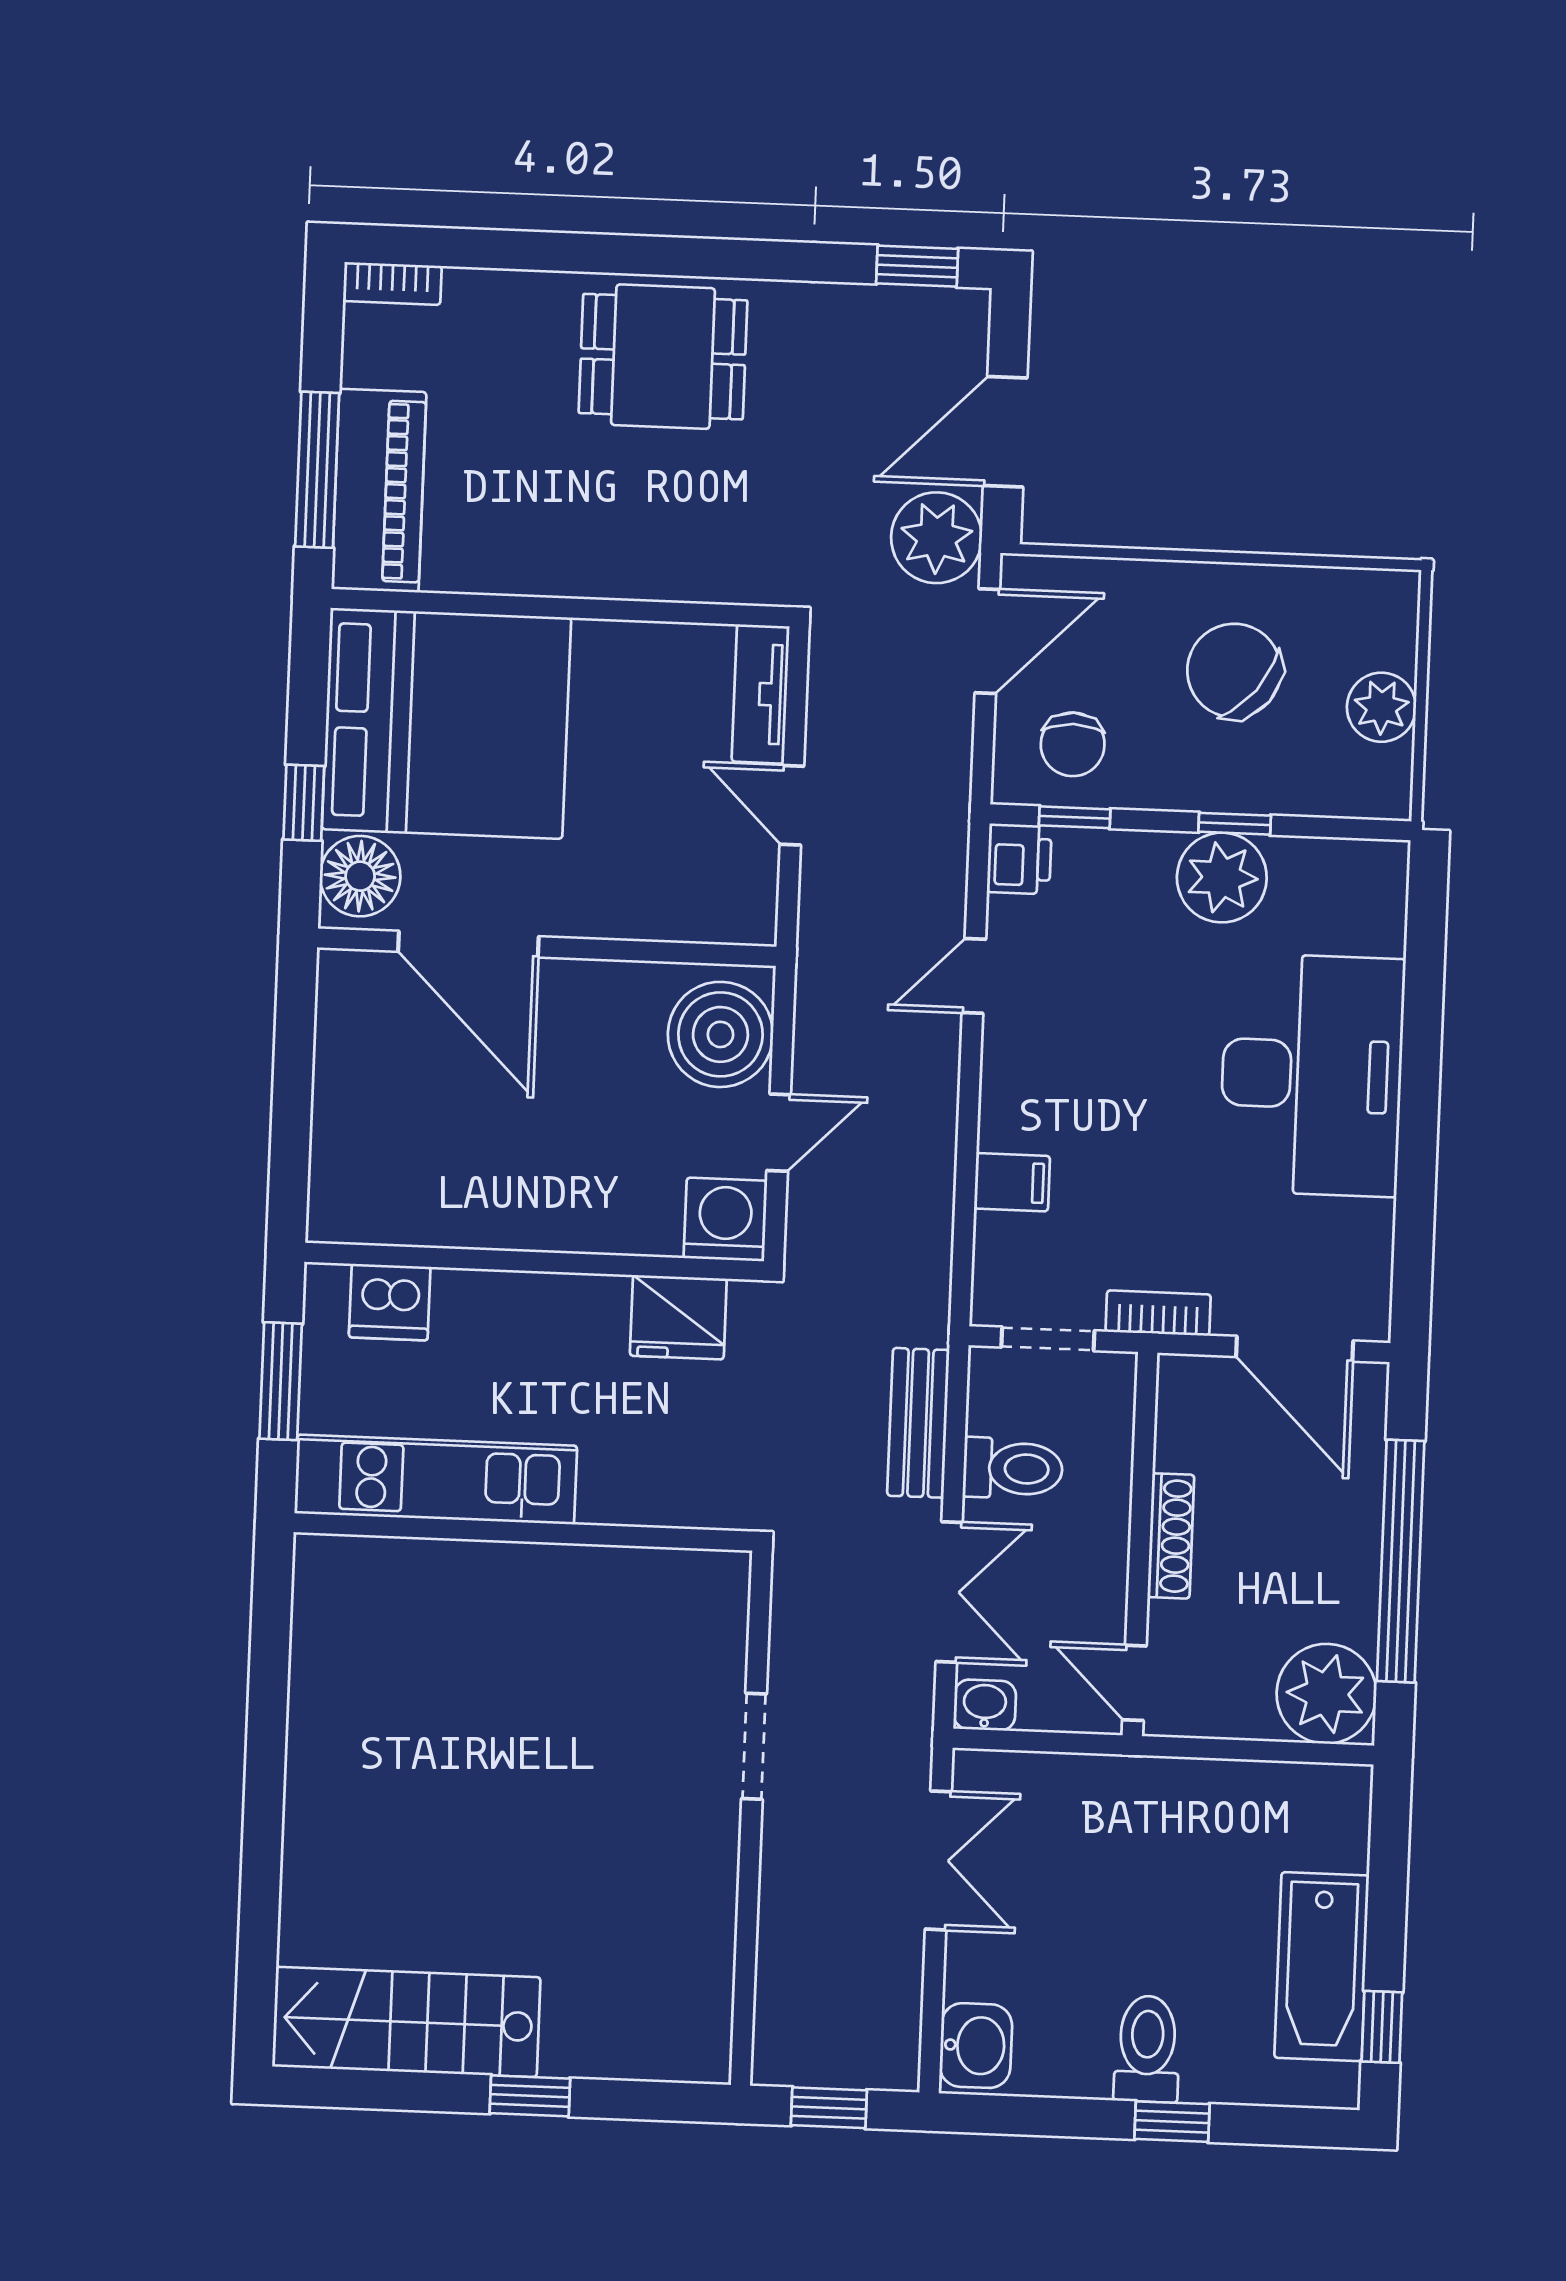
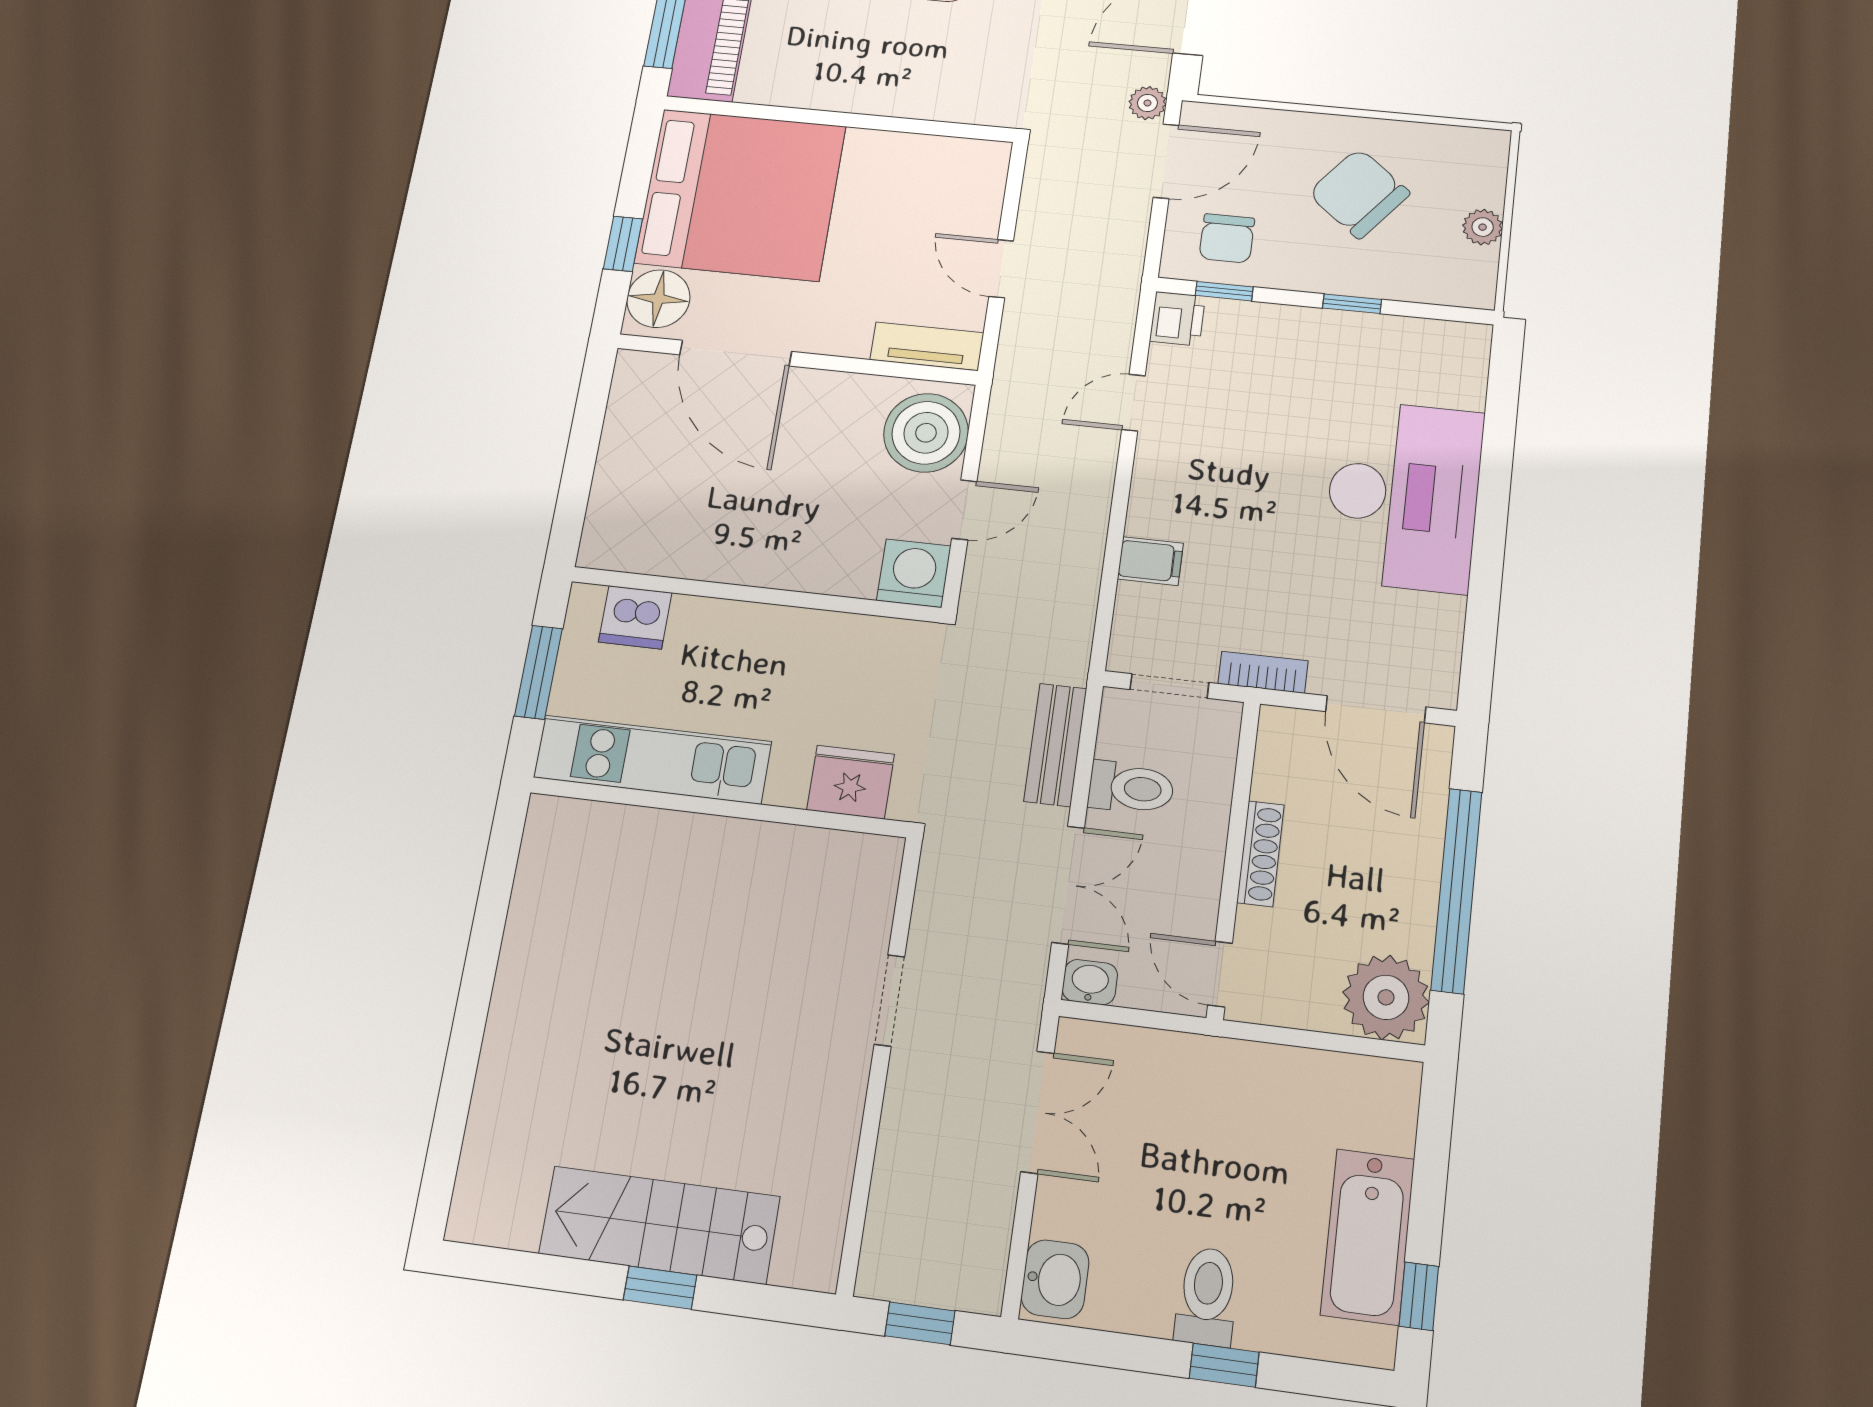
plant: (937, 538) -> (1147, 103), width x0.53, depth x0.53
tv unit: (761, 694) -> (927, 346), moved, turned 90
plant: (1381, 707) -> (1483, 227), width x0.73, depth x0.73
plant: (1222, 878) -> (1339, 343), removed
fridge: (678, 1317) -> (851, 782), moved, turned 180
stairs: (406, 2022) -> (659, 1225), moved

